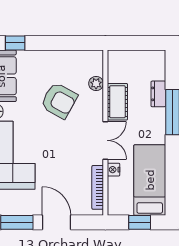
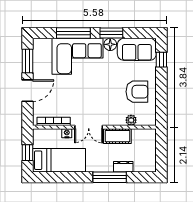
armchair: (59, 101) -> (137, 92), moved, turned -119

